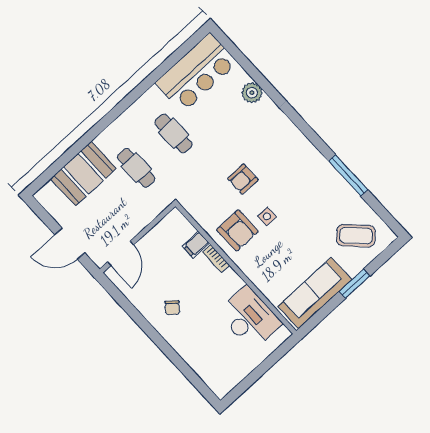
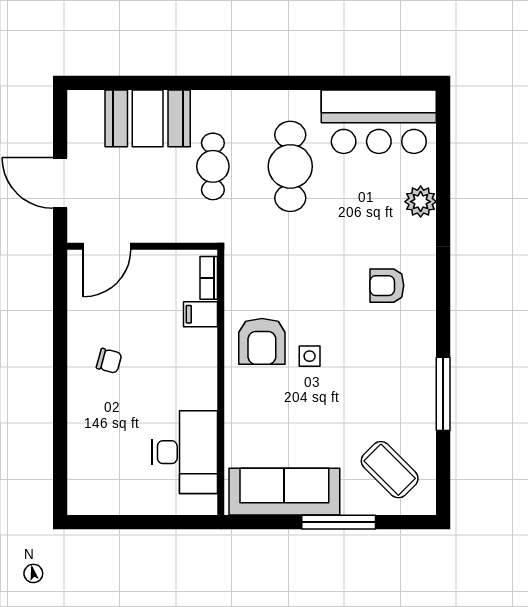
cafe table: (173, 133) -> (290, 166), width x1.37, depth x1.35
armchair: (243, 179) -> (387, 286), moved
bookcase: (216, 258) -> (209, 278), moved
window: (355, 284) -> (339, 522), width x1.44
chair: (172, 308) -> (109, 361), turned -115

